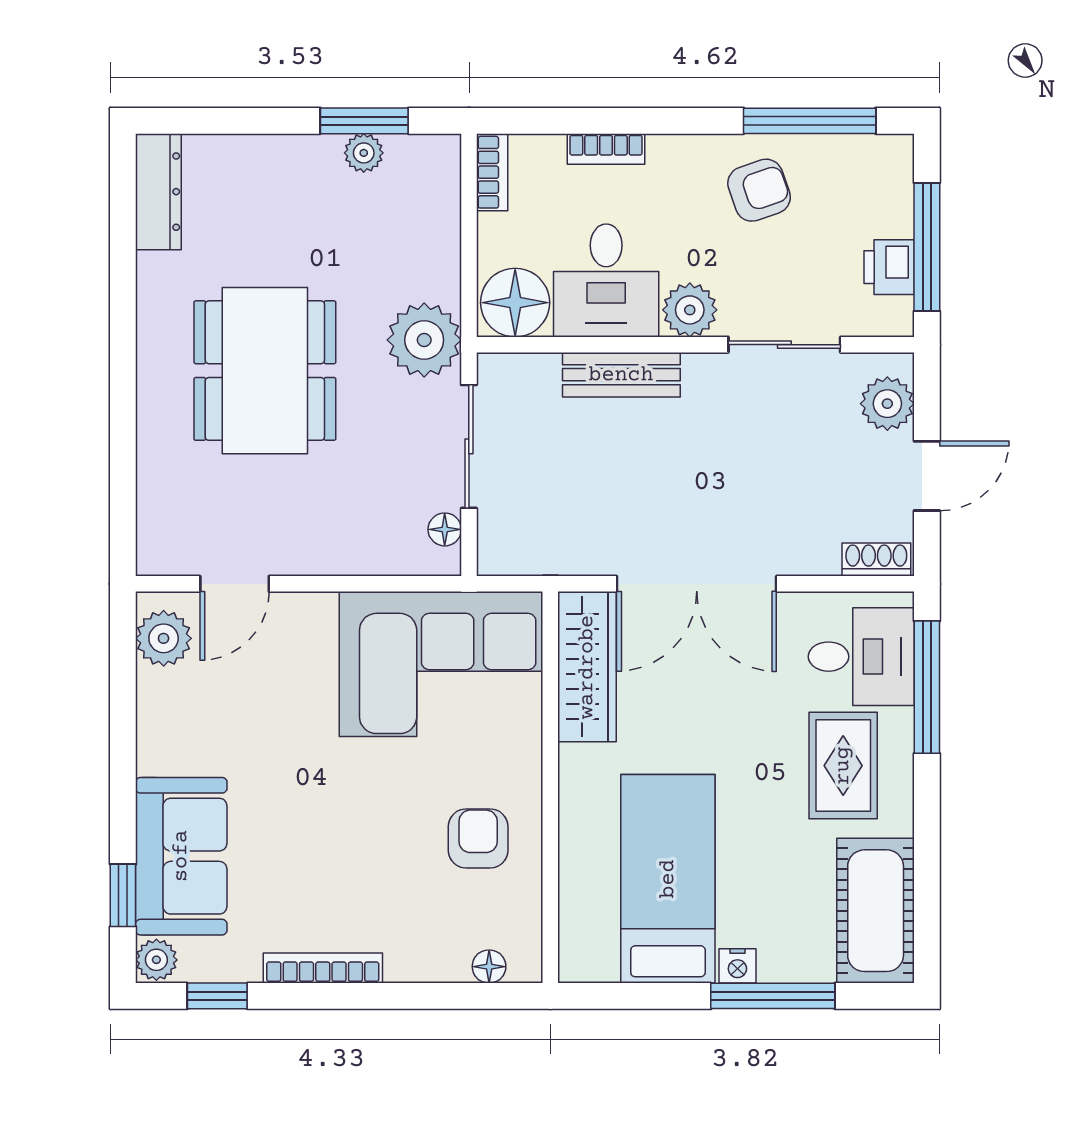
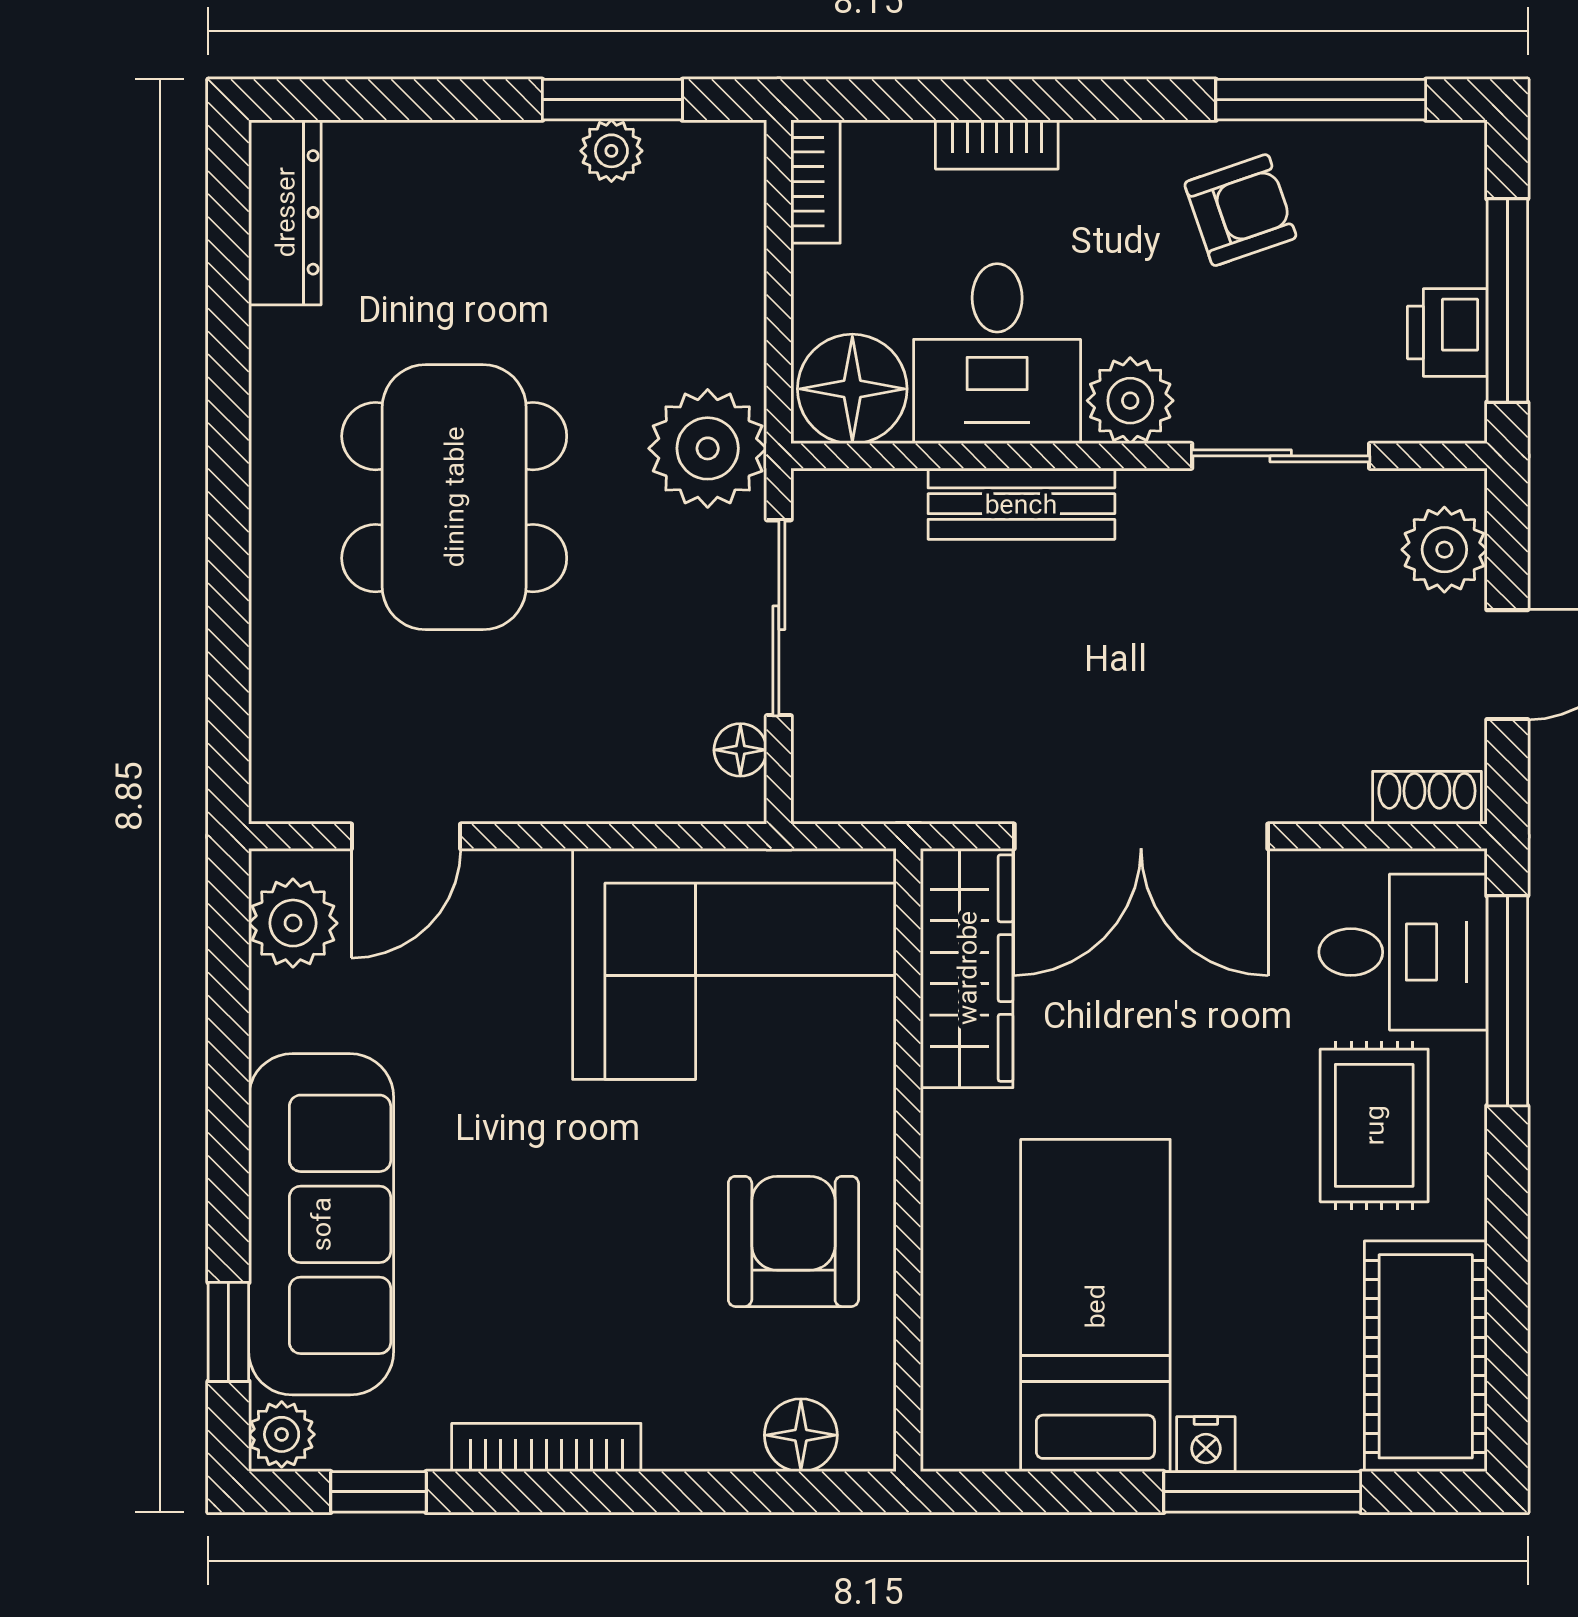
armchair: (478, 838) -> (793, 1241), width x1.38, depth x1.38
sofa: (181, 856) -> (321, 1224), width x1.36
floor lamp: (489, 967) -> (801, 1435), width x1.37, depth x1.37

